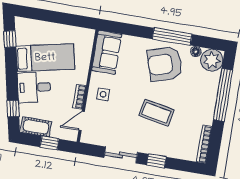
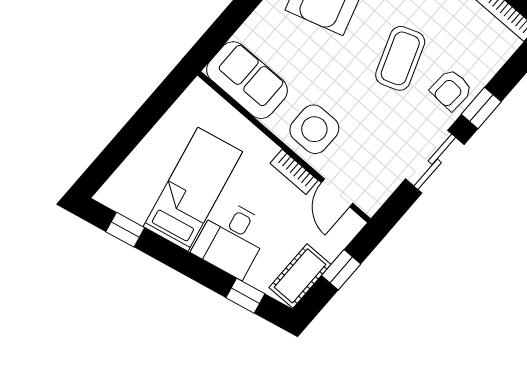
side table: (103, 94) -> (314, 129), width x1.87, depth x1.87
coffee table: (156, 113) -> (400, 58), turned -31
armchair: (156, 143) -> (451, 90), added

